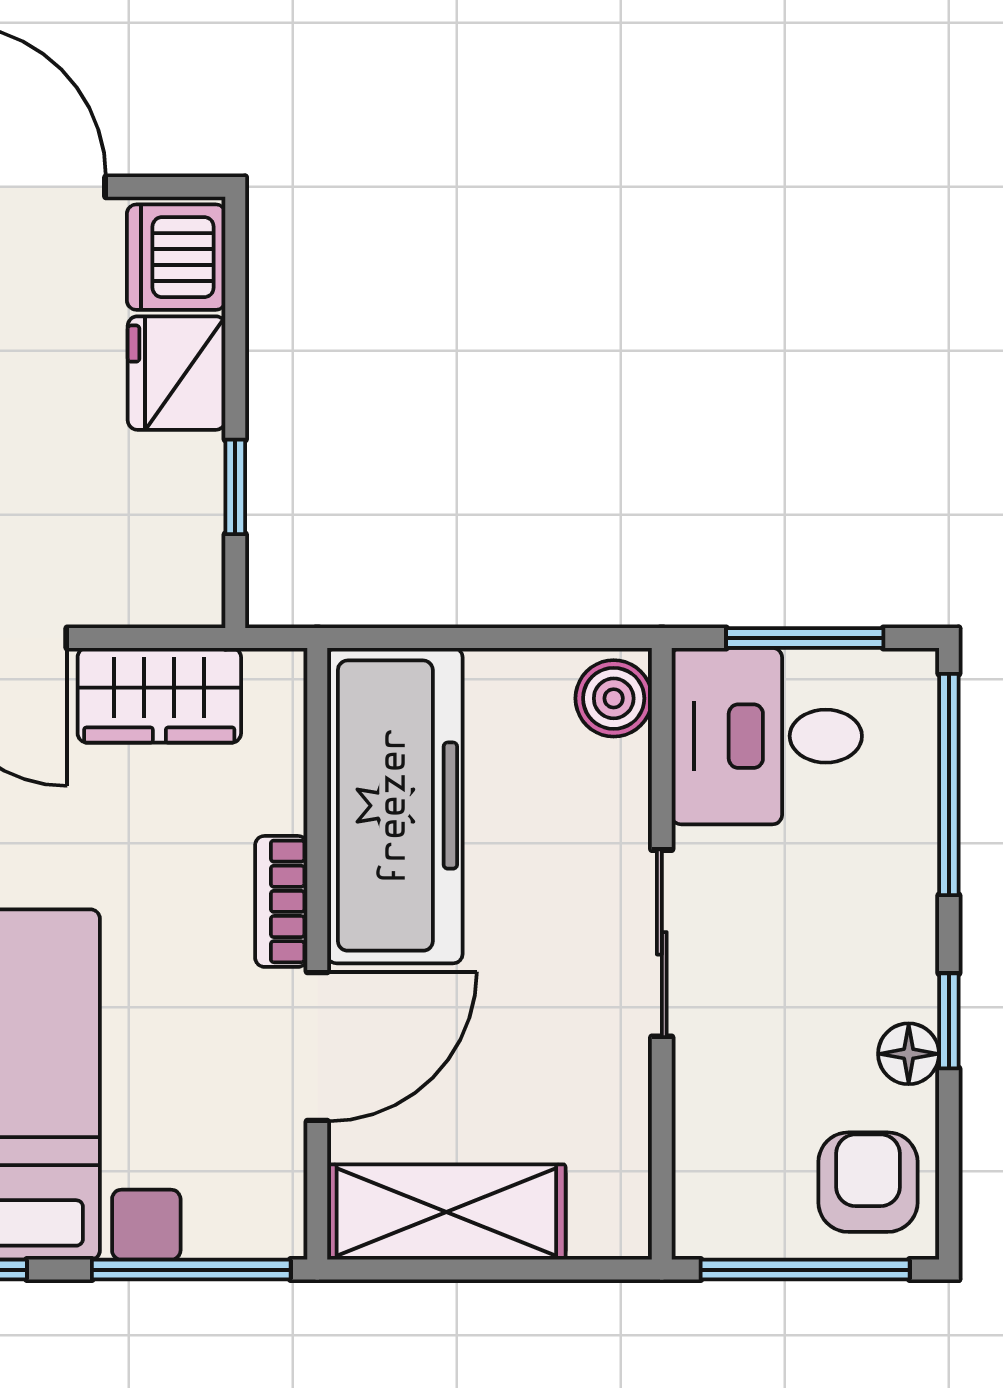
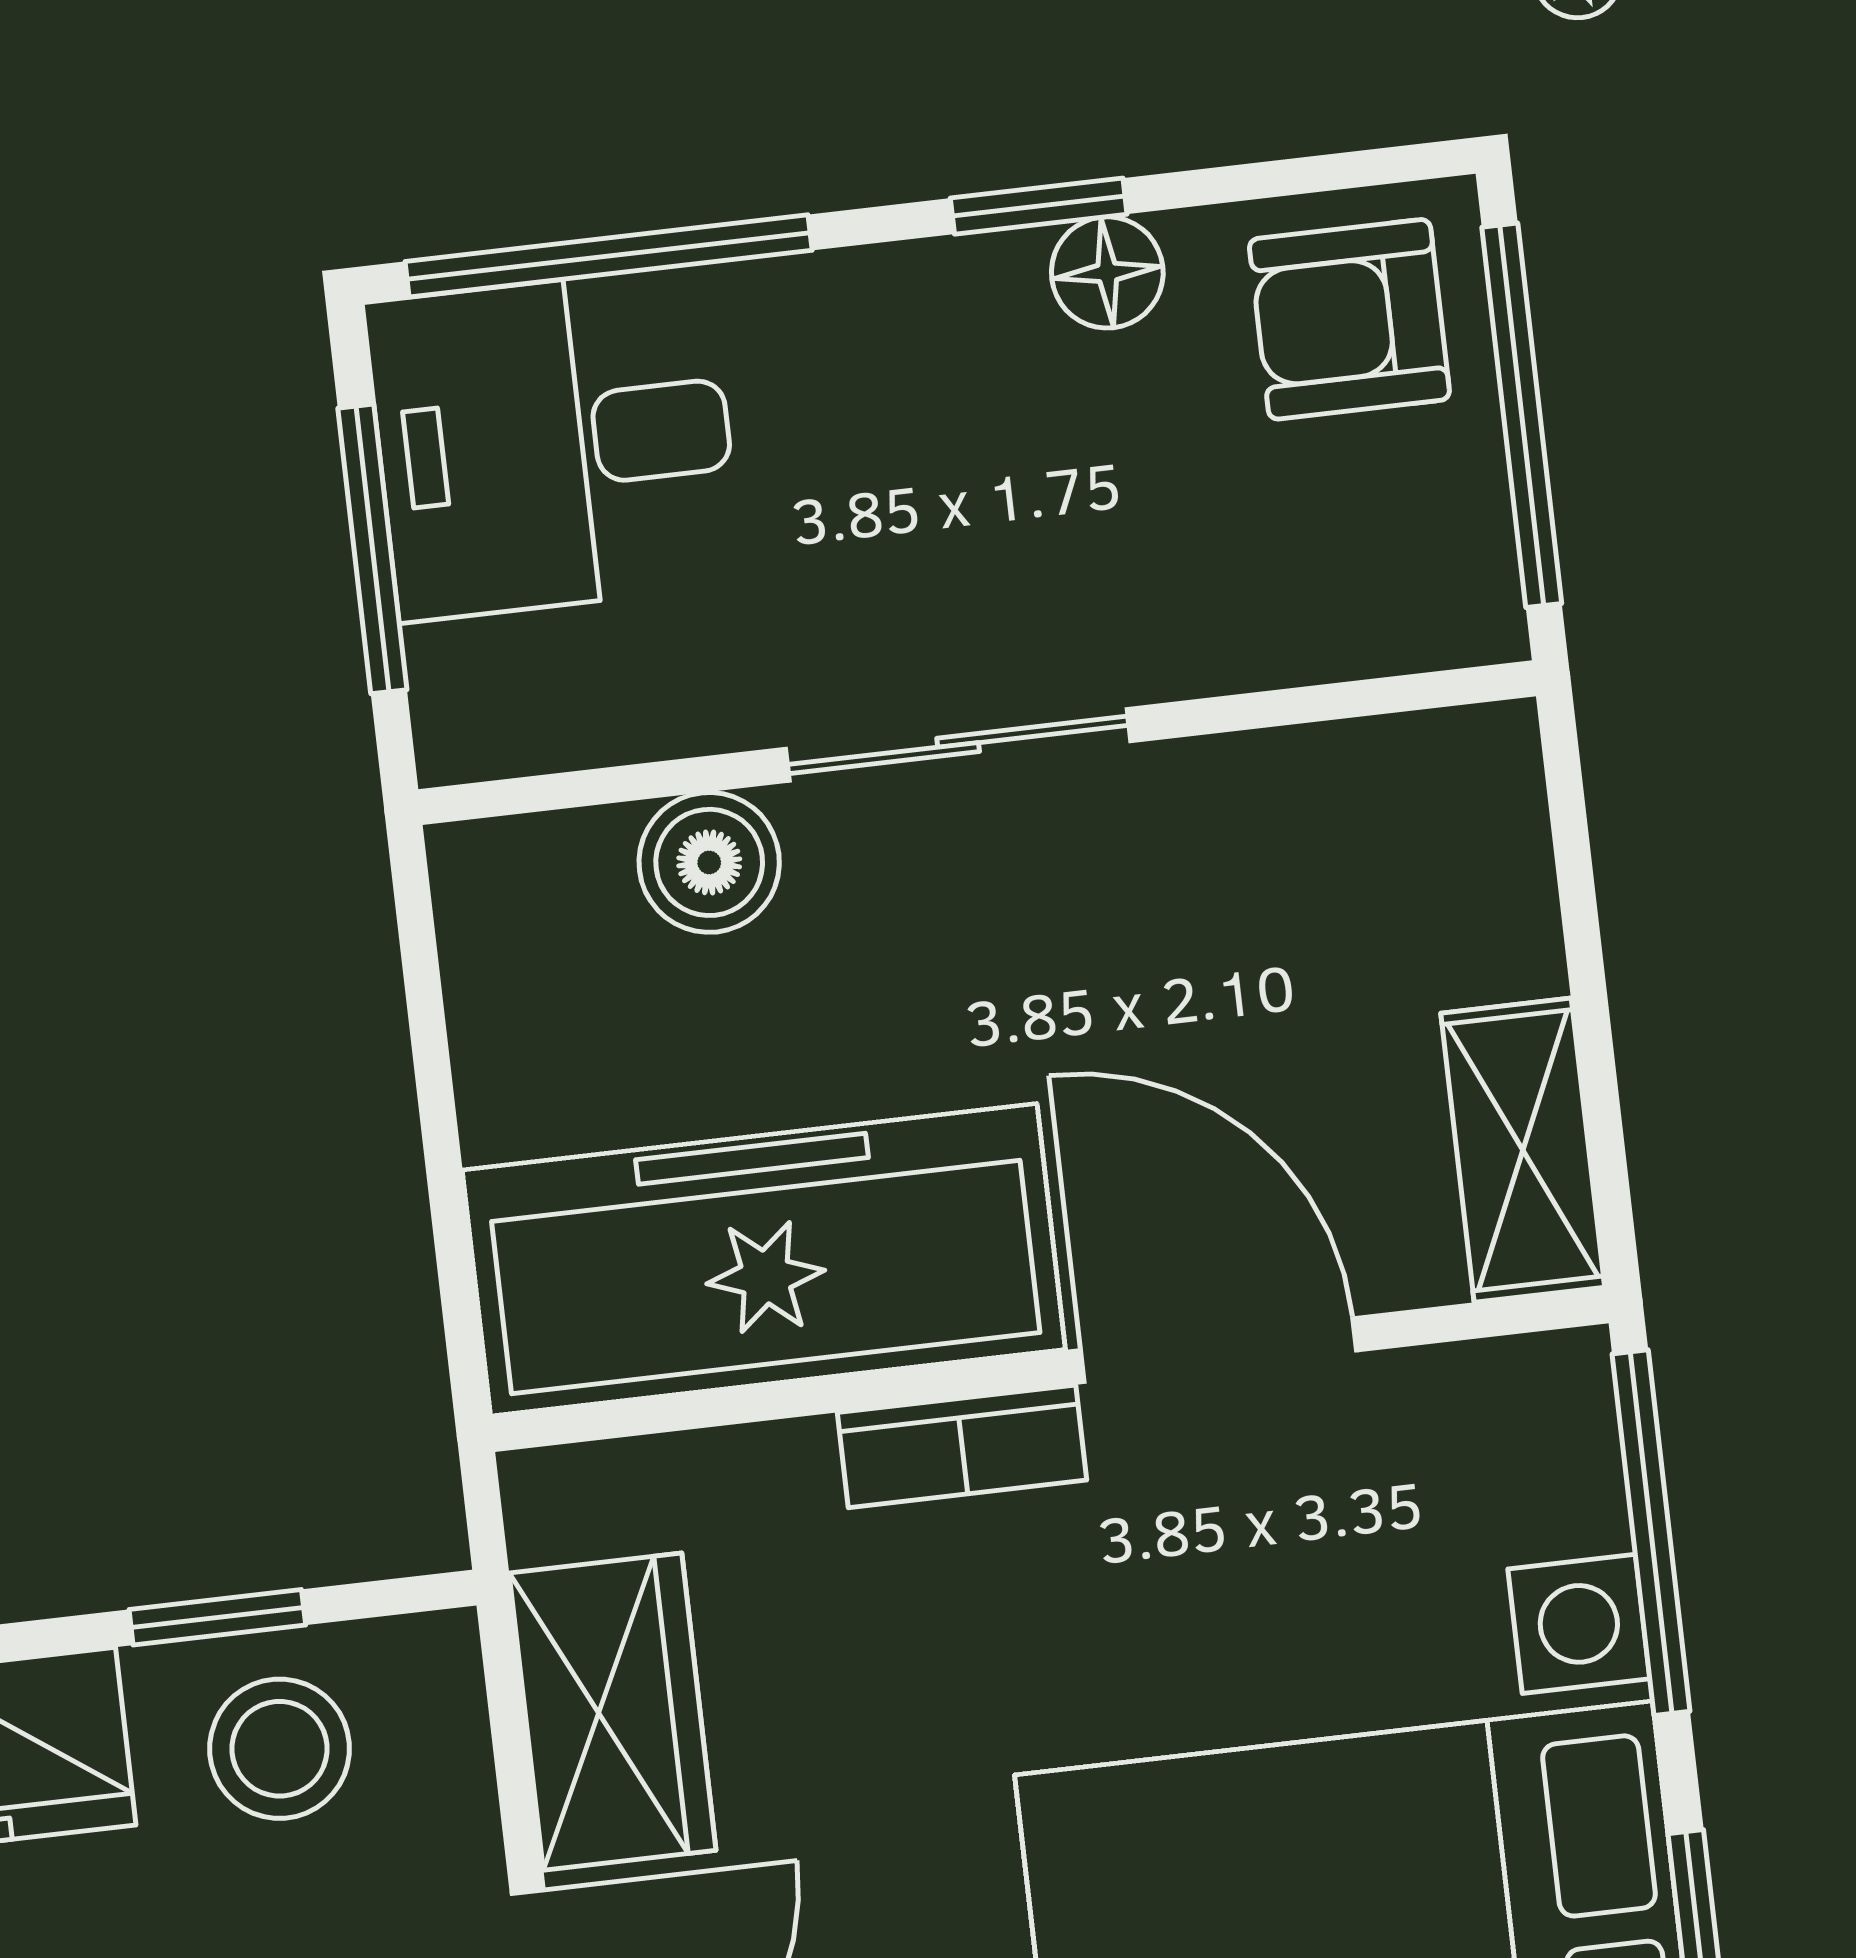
stool: (160, 512) -> (280, 1749), added
boiler: (614, 698) -> (709, 862), moved
desk: (767, 736) -> (554, 443), moved, turned 90
shelving: (446, 1212) -> (1523, 1150), width x0.67, depth x0.75

